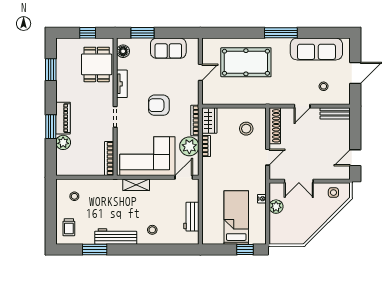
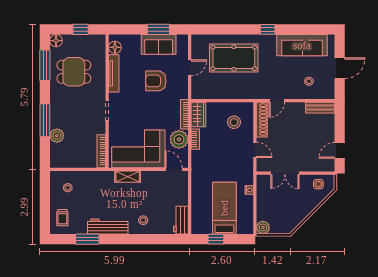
window: (142, 33) -> (158, 29), moved
window: (281, 33) -> (268, 29), width x0.46
floor lamp: (62, 44) -> (56, 41), added
dining table: (97, 64) -> (74, 72), moved, turned 90
window: (51, 70) -> (45, 65), width x1.44
tv unit: (122, 84) -> (114, 73), width x1.41
armchair: (159, 105) -> (156, 81), moved
door: (302, 106) -> (277, 101), moved
piano: (63, 118) -> (57, 112), removed
window: (51, 127) -> (45, 120), width x1.44
door: (268, 157) -> (255, 150), hinge flipped
door: (184, 177) -> (174, 169), hinge flipped
plant: (276, 207) -> (263, 227), moved
workbench: (191, 217) -> (181, 220), moved
window: (245, 249) -> (216, 239), moved

